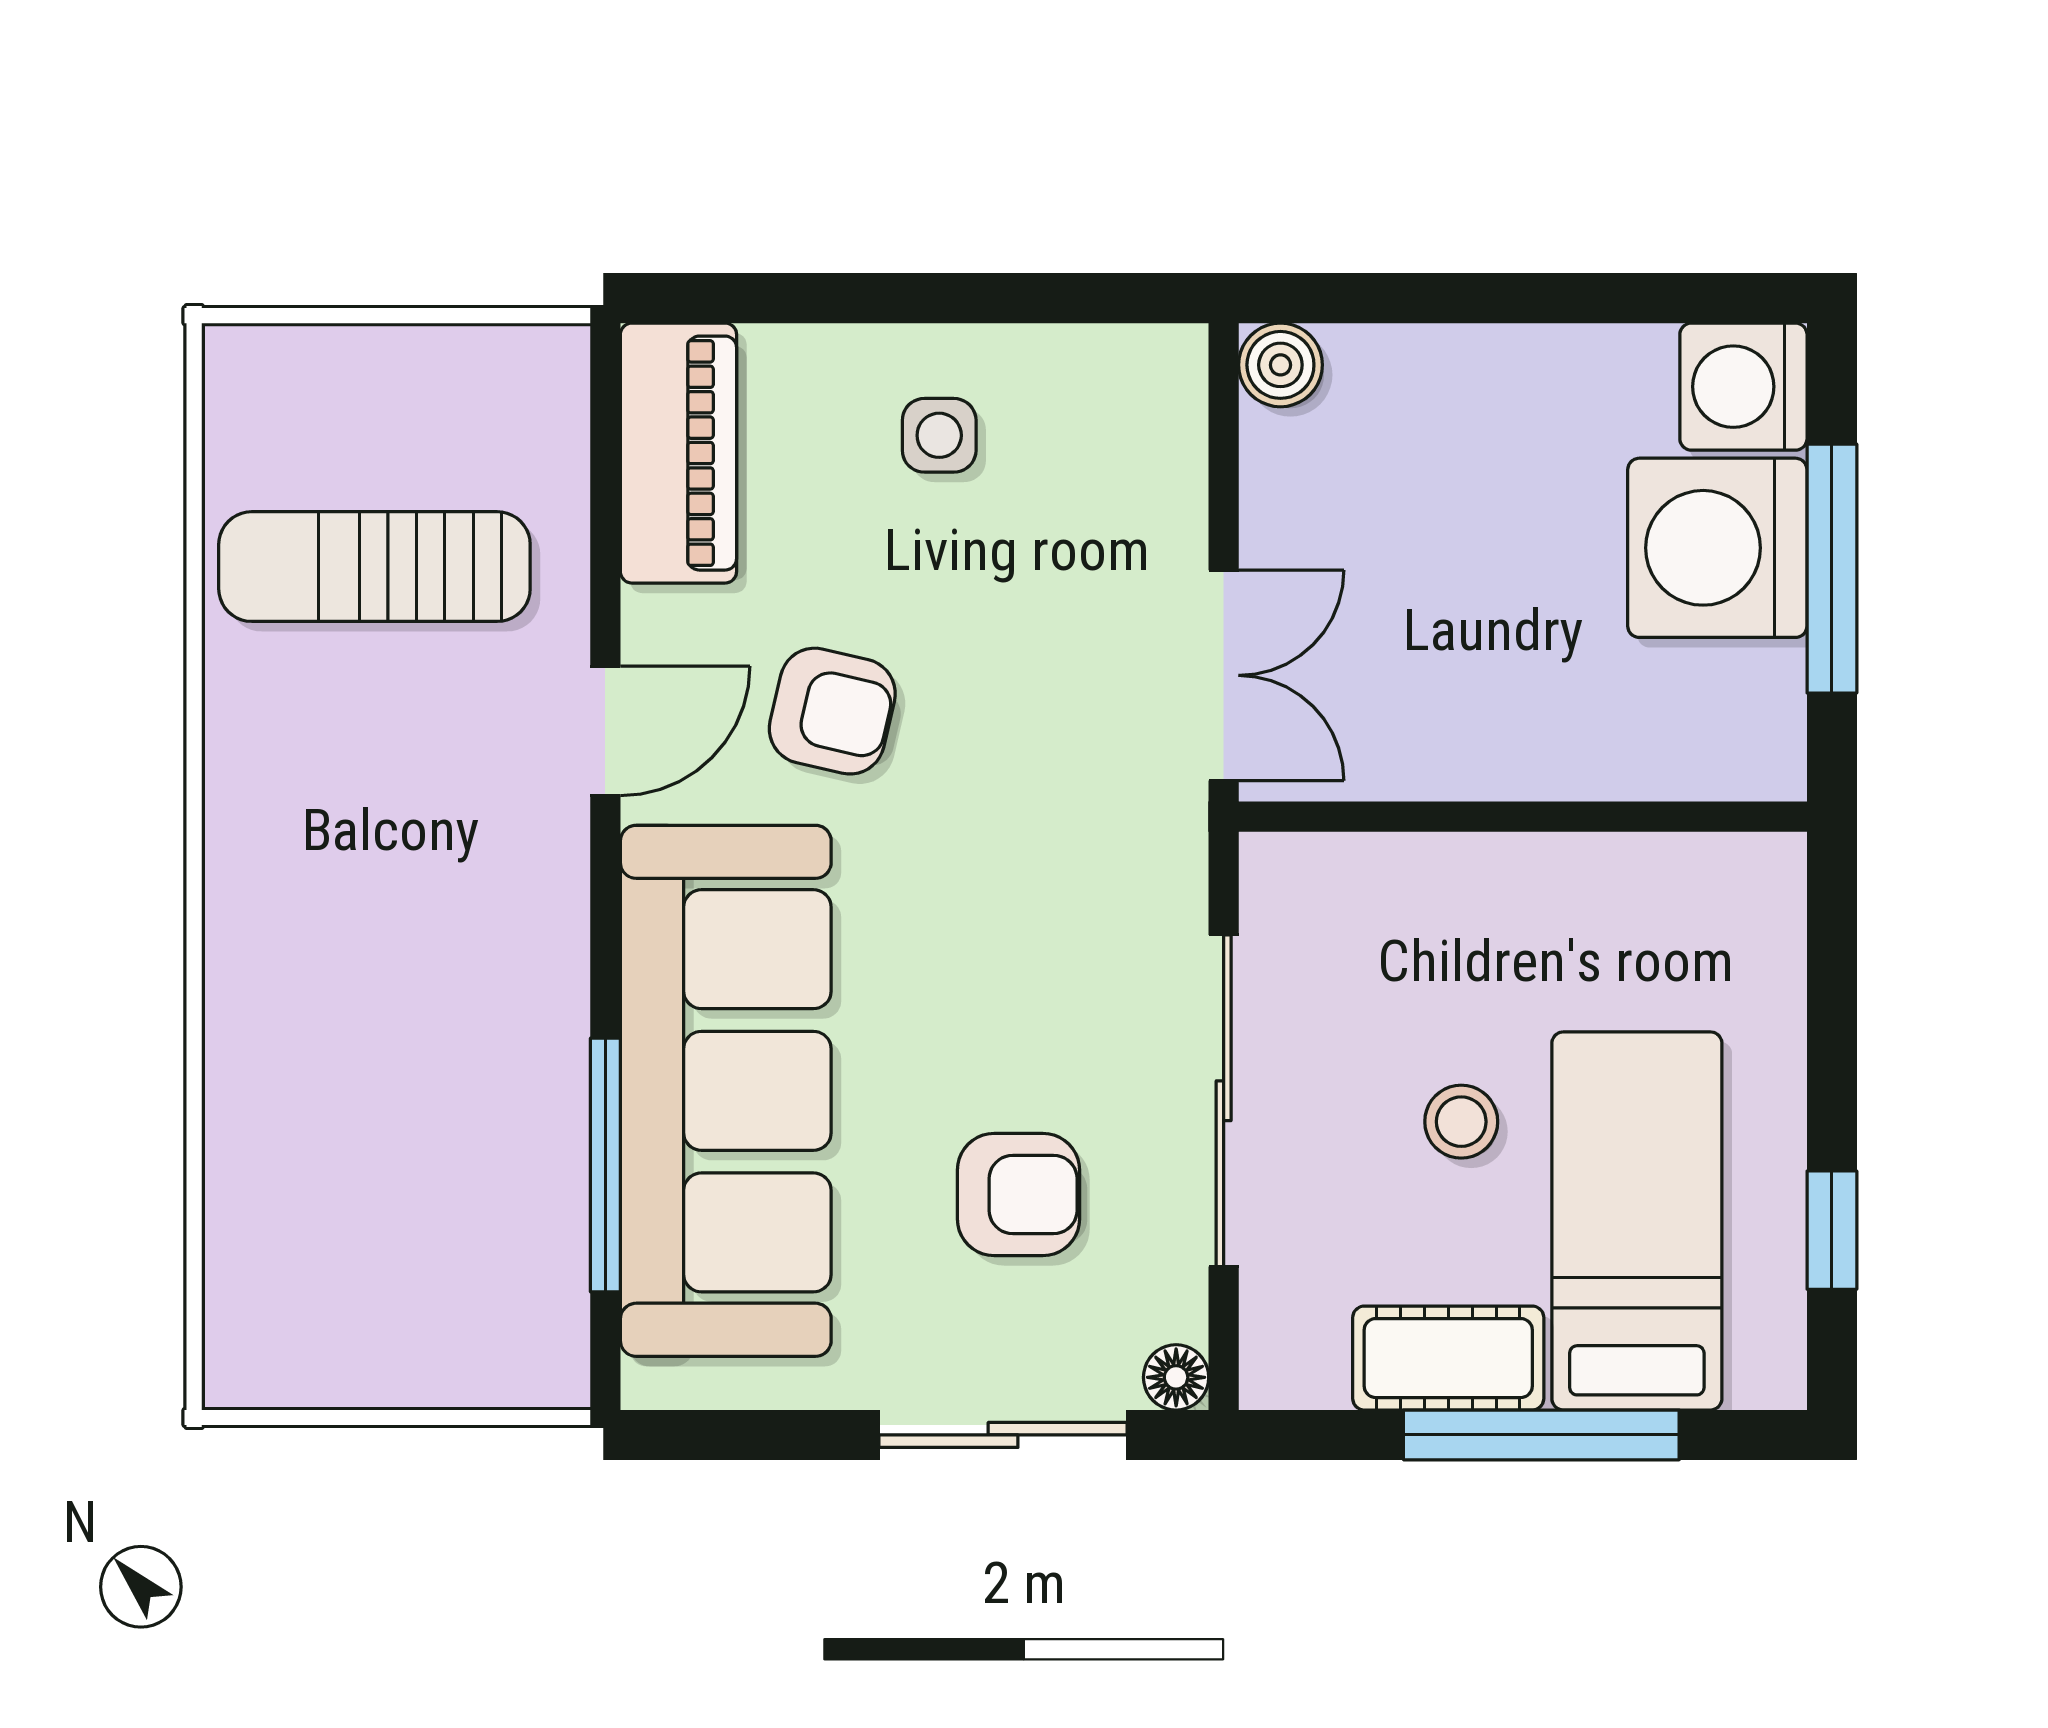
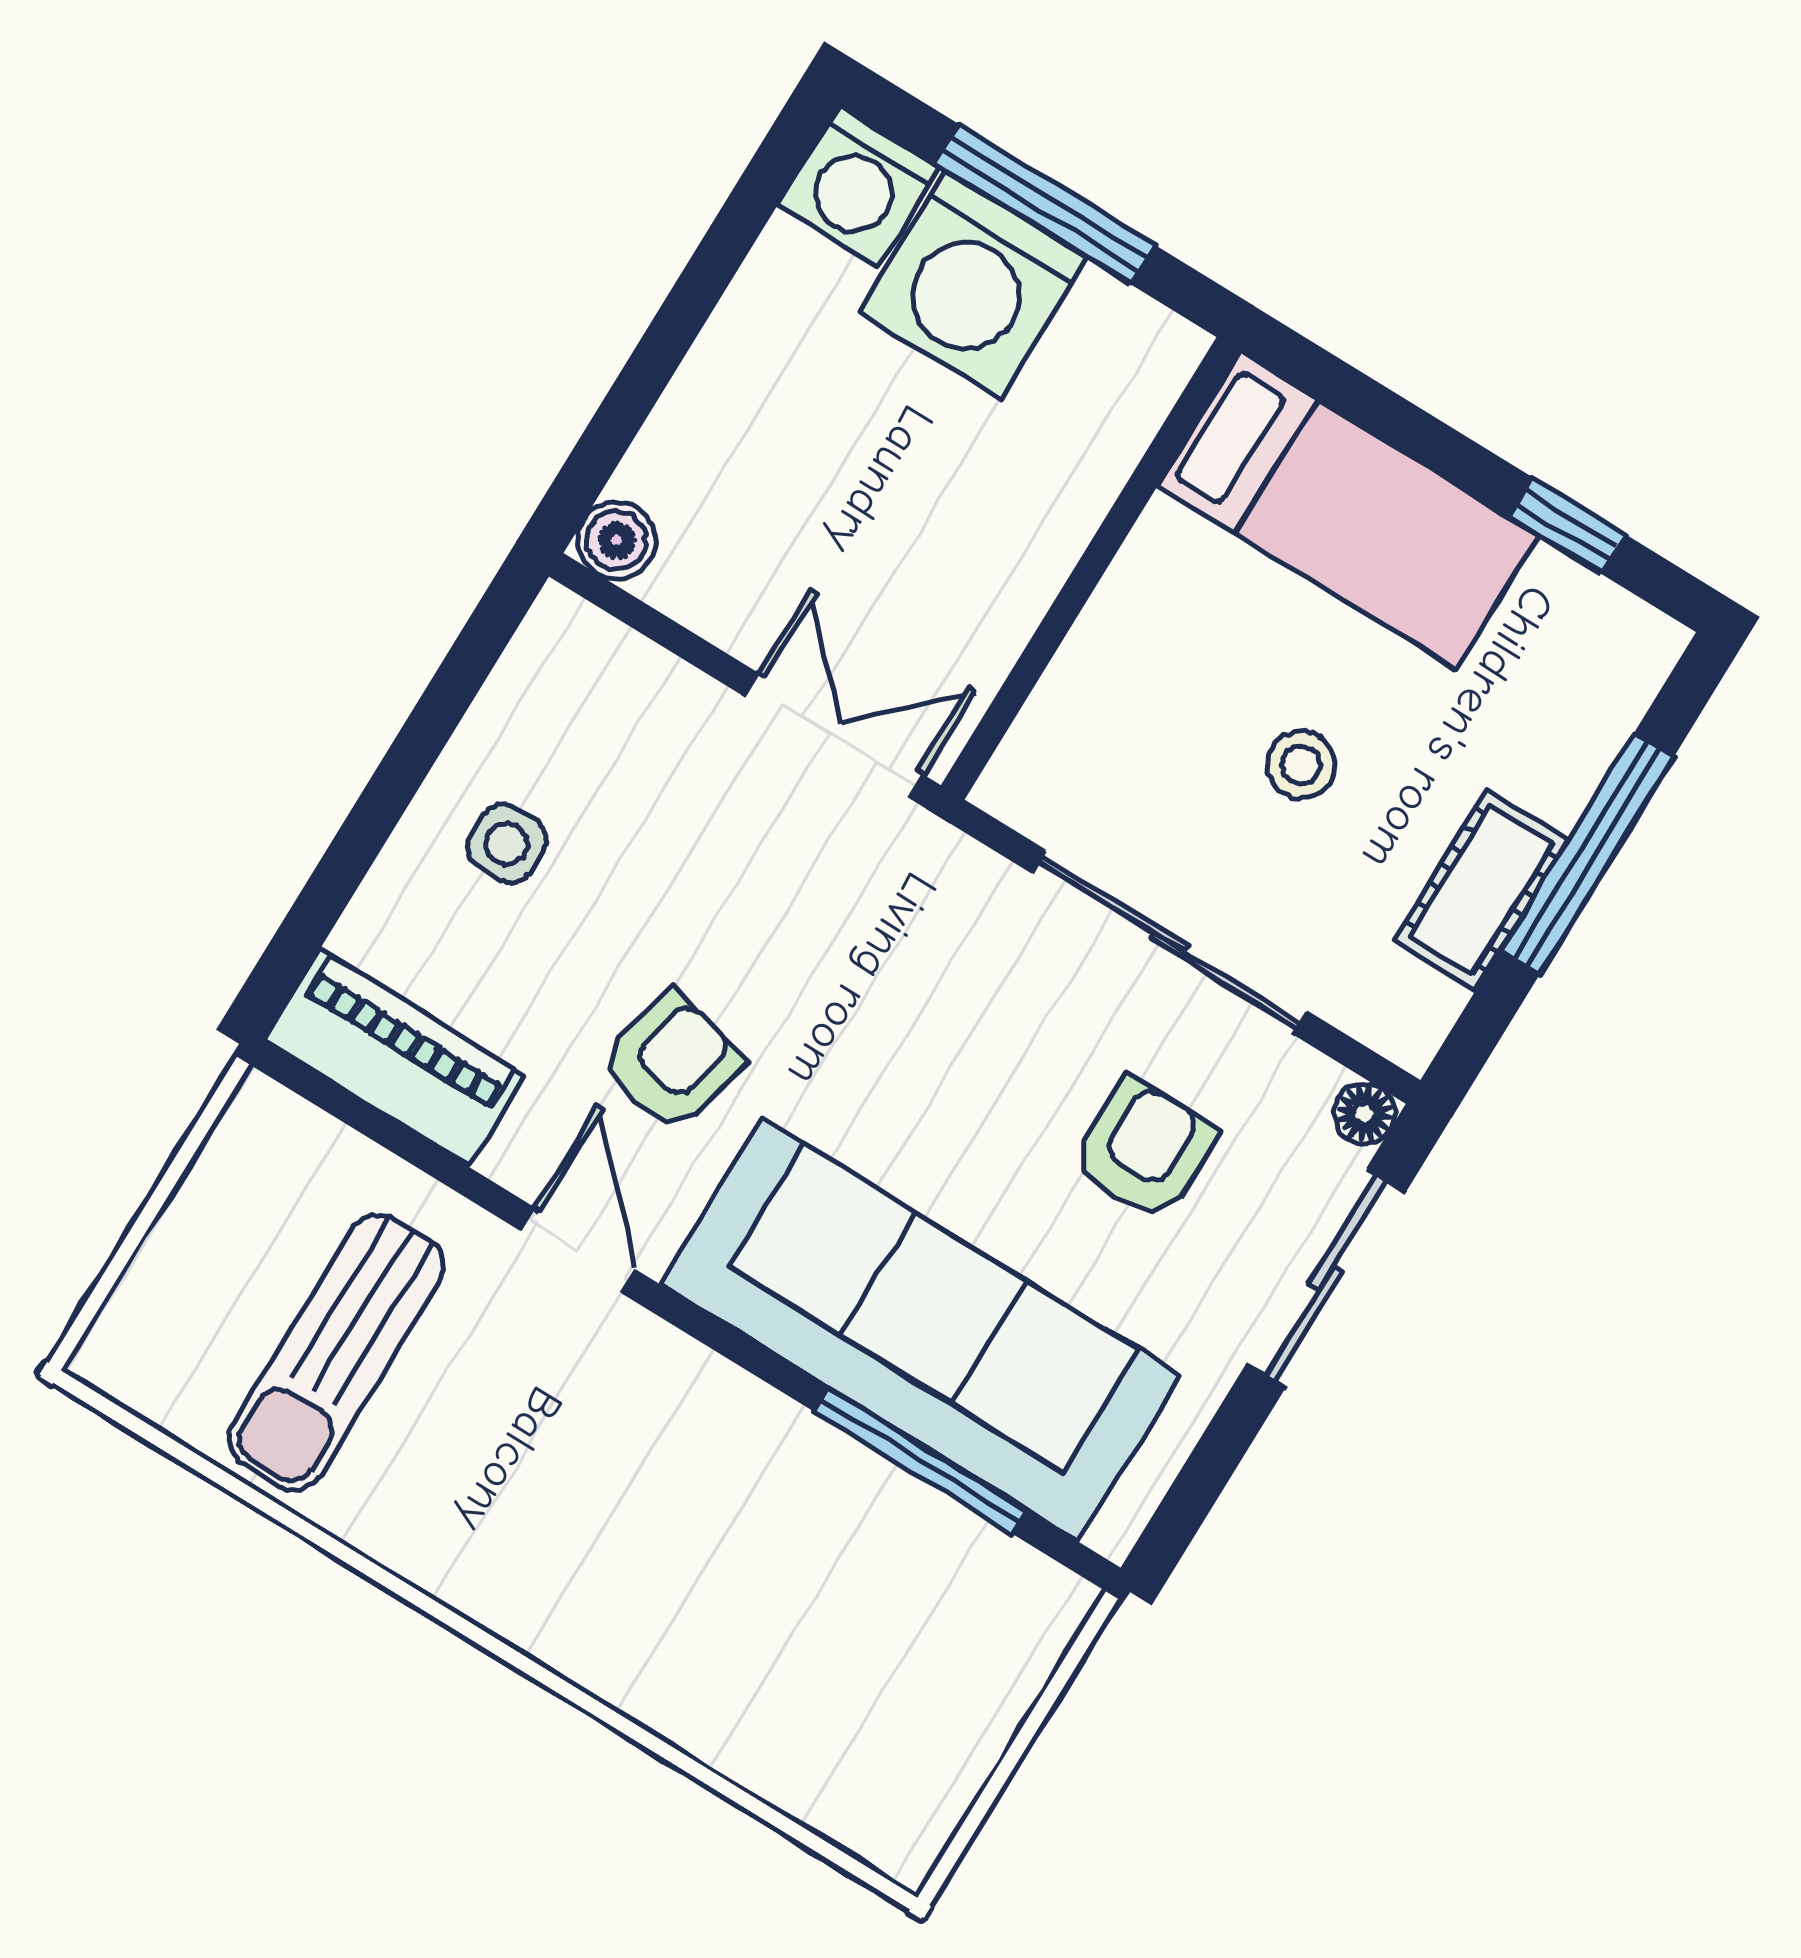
bed: (1637, 1221) -> (1348, 510), moved, turned 180

